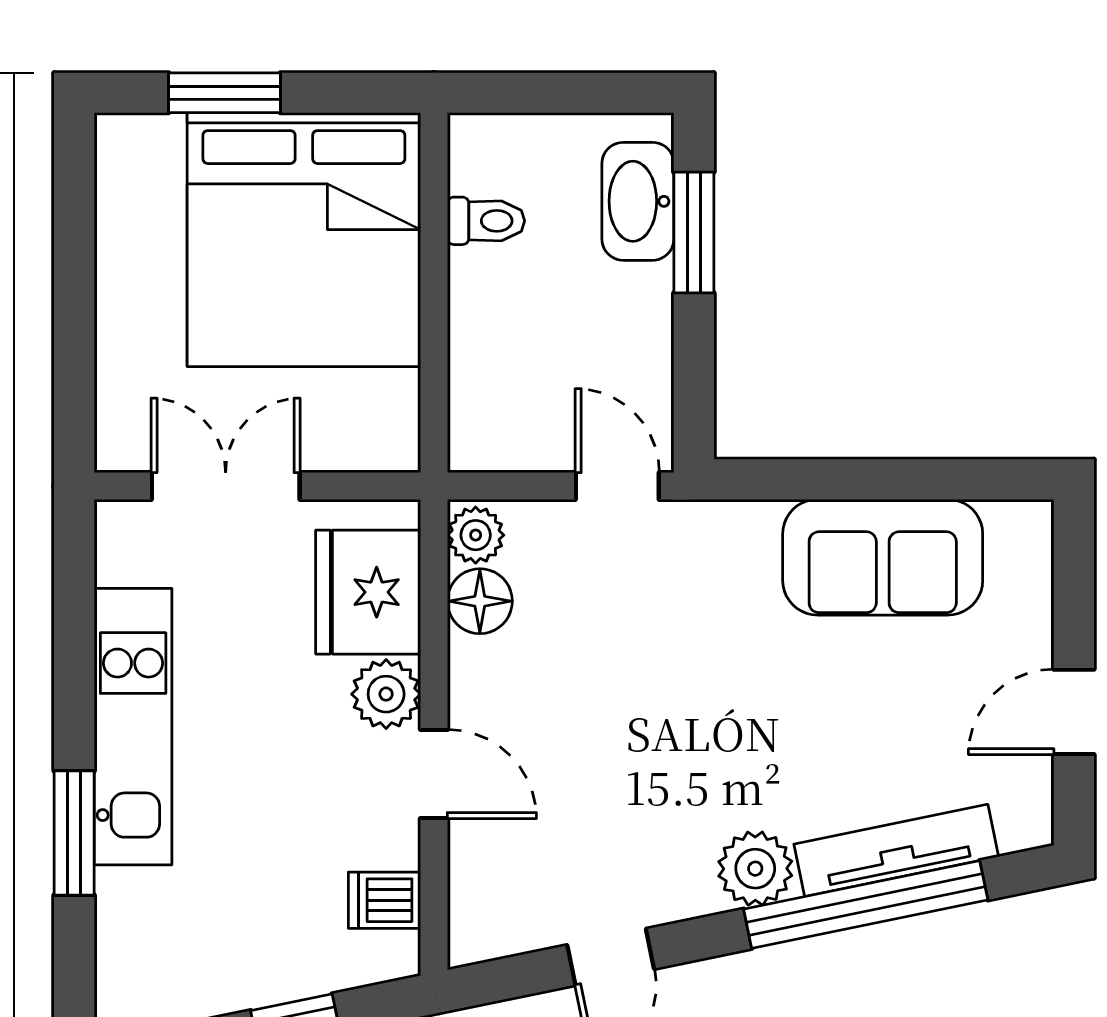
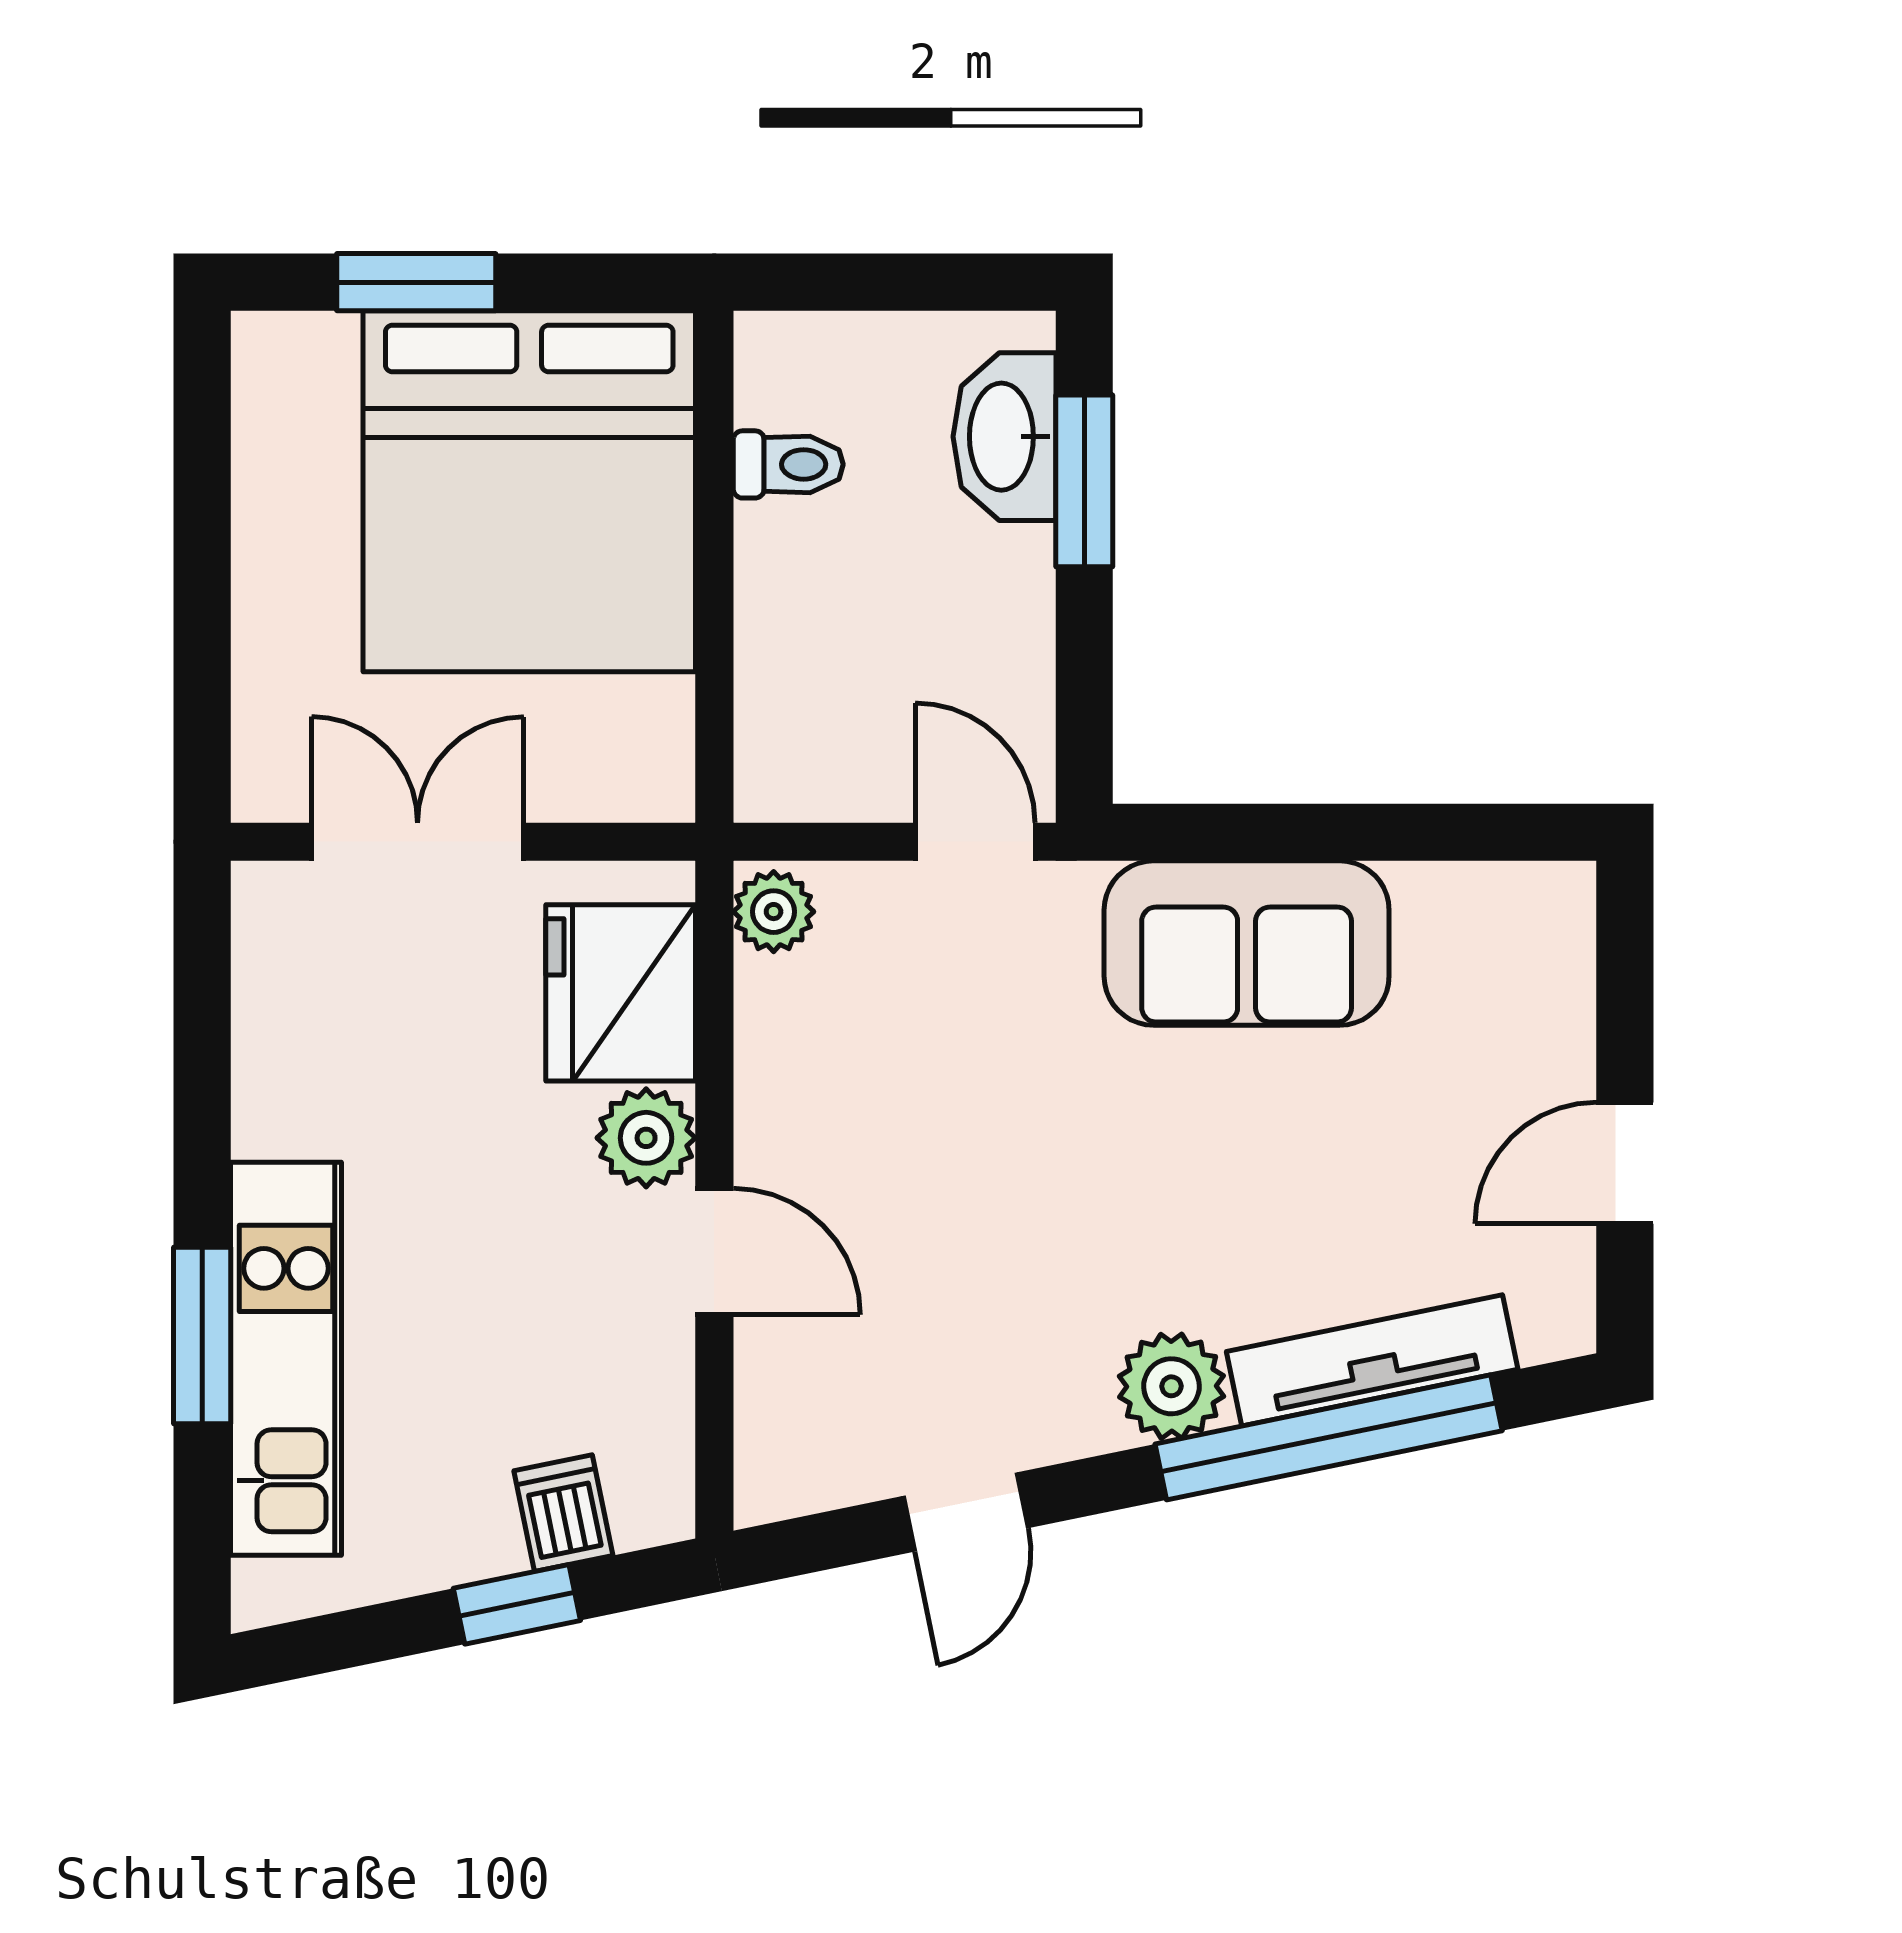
sofa: (883, 557) -> (1247, 943), moved
floor lamp: (480, 601) -> (780, 1006), removed
kitchen unit: (133, 727) -> (286, 1359), moved
dishwasher: (384, 900) -> (563, 1513), moved, turned 78

